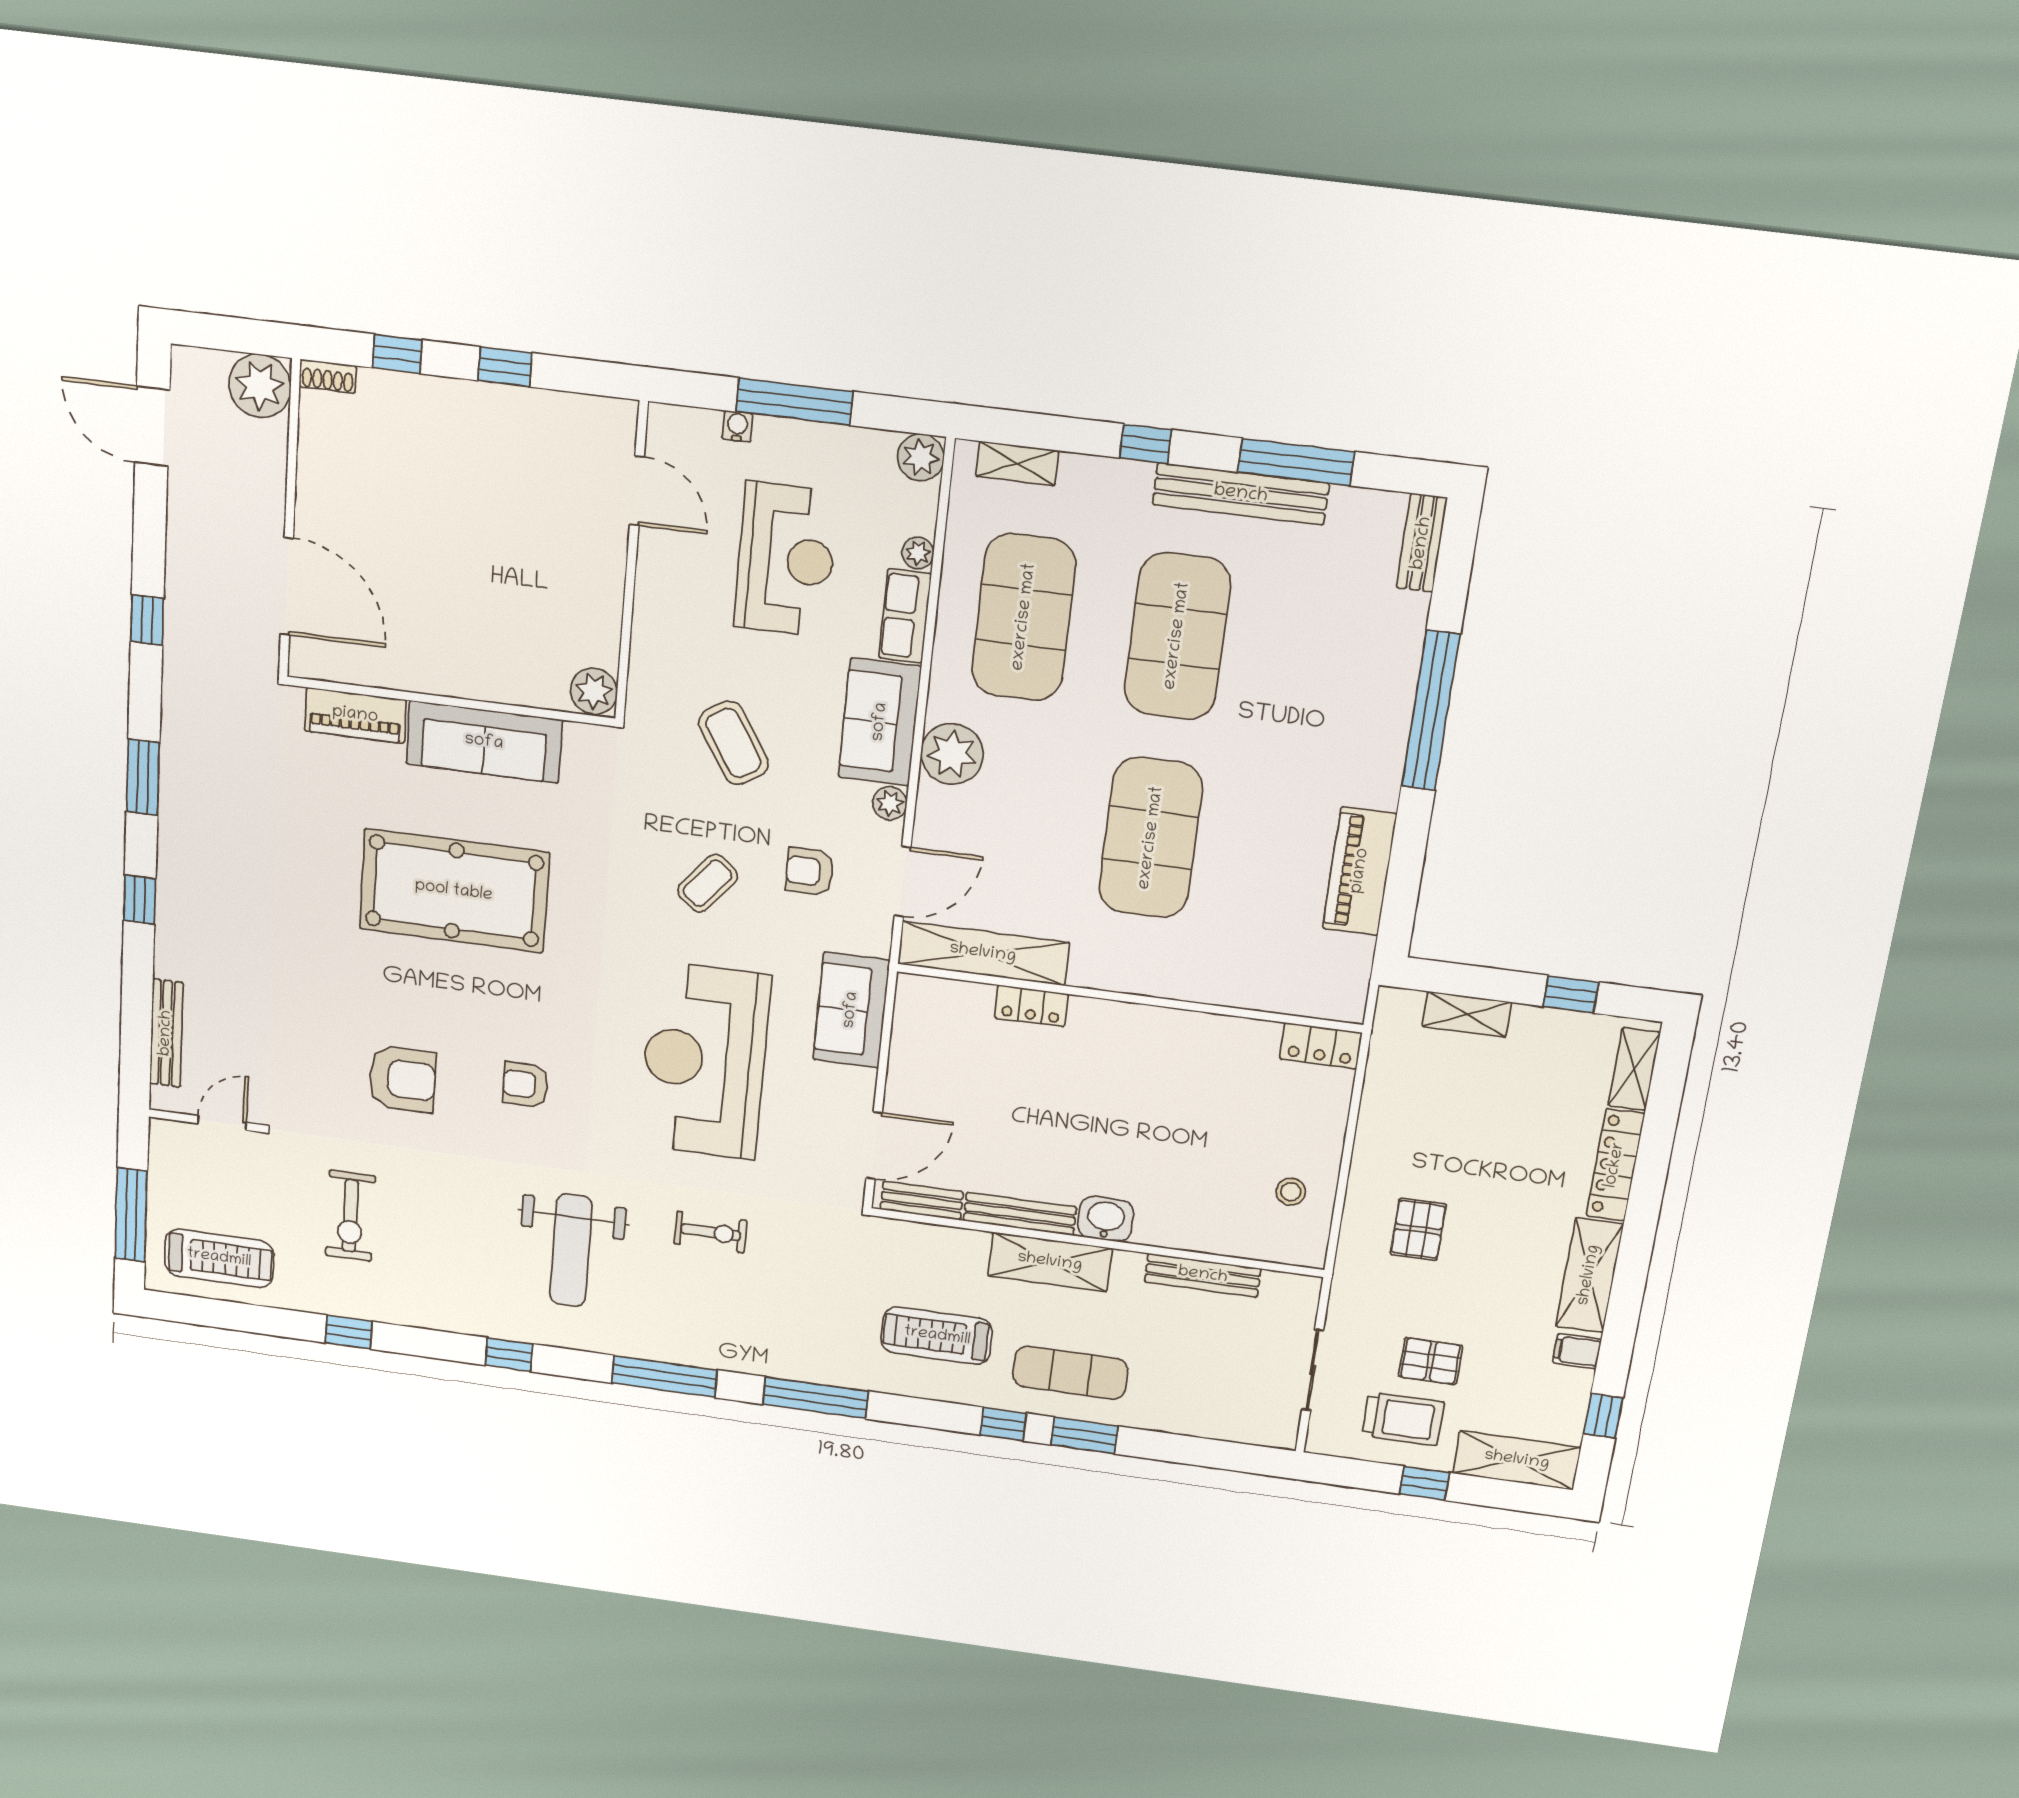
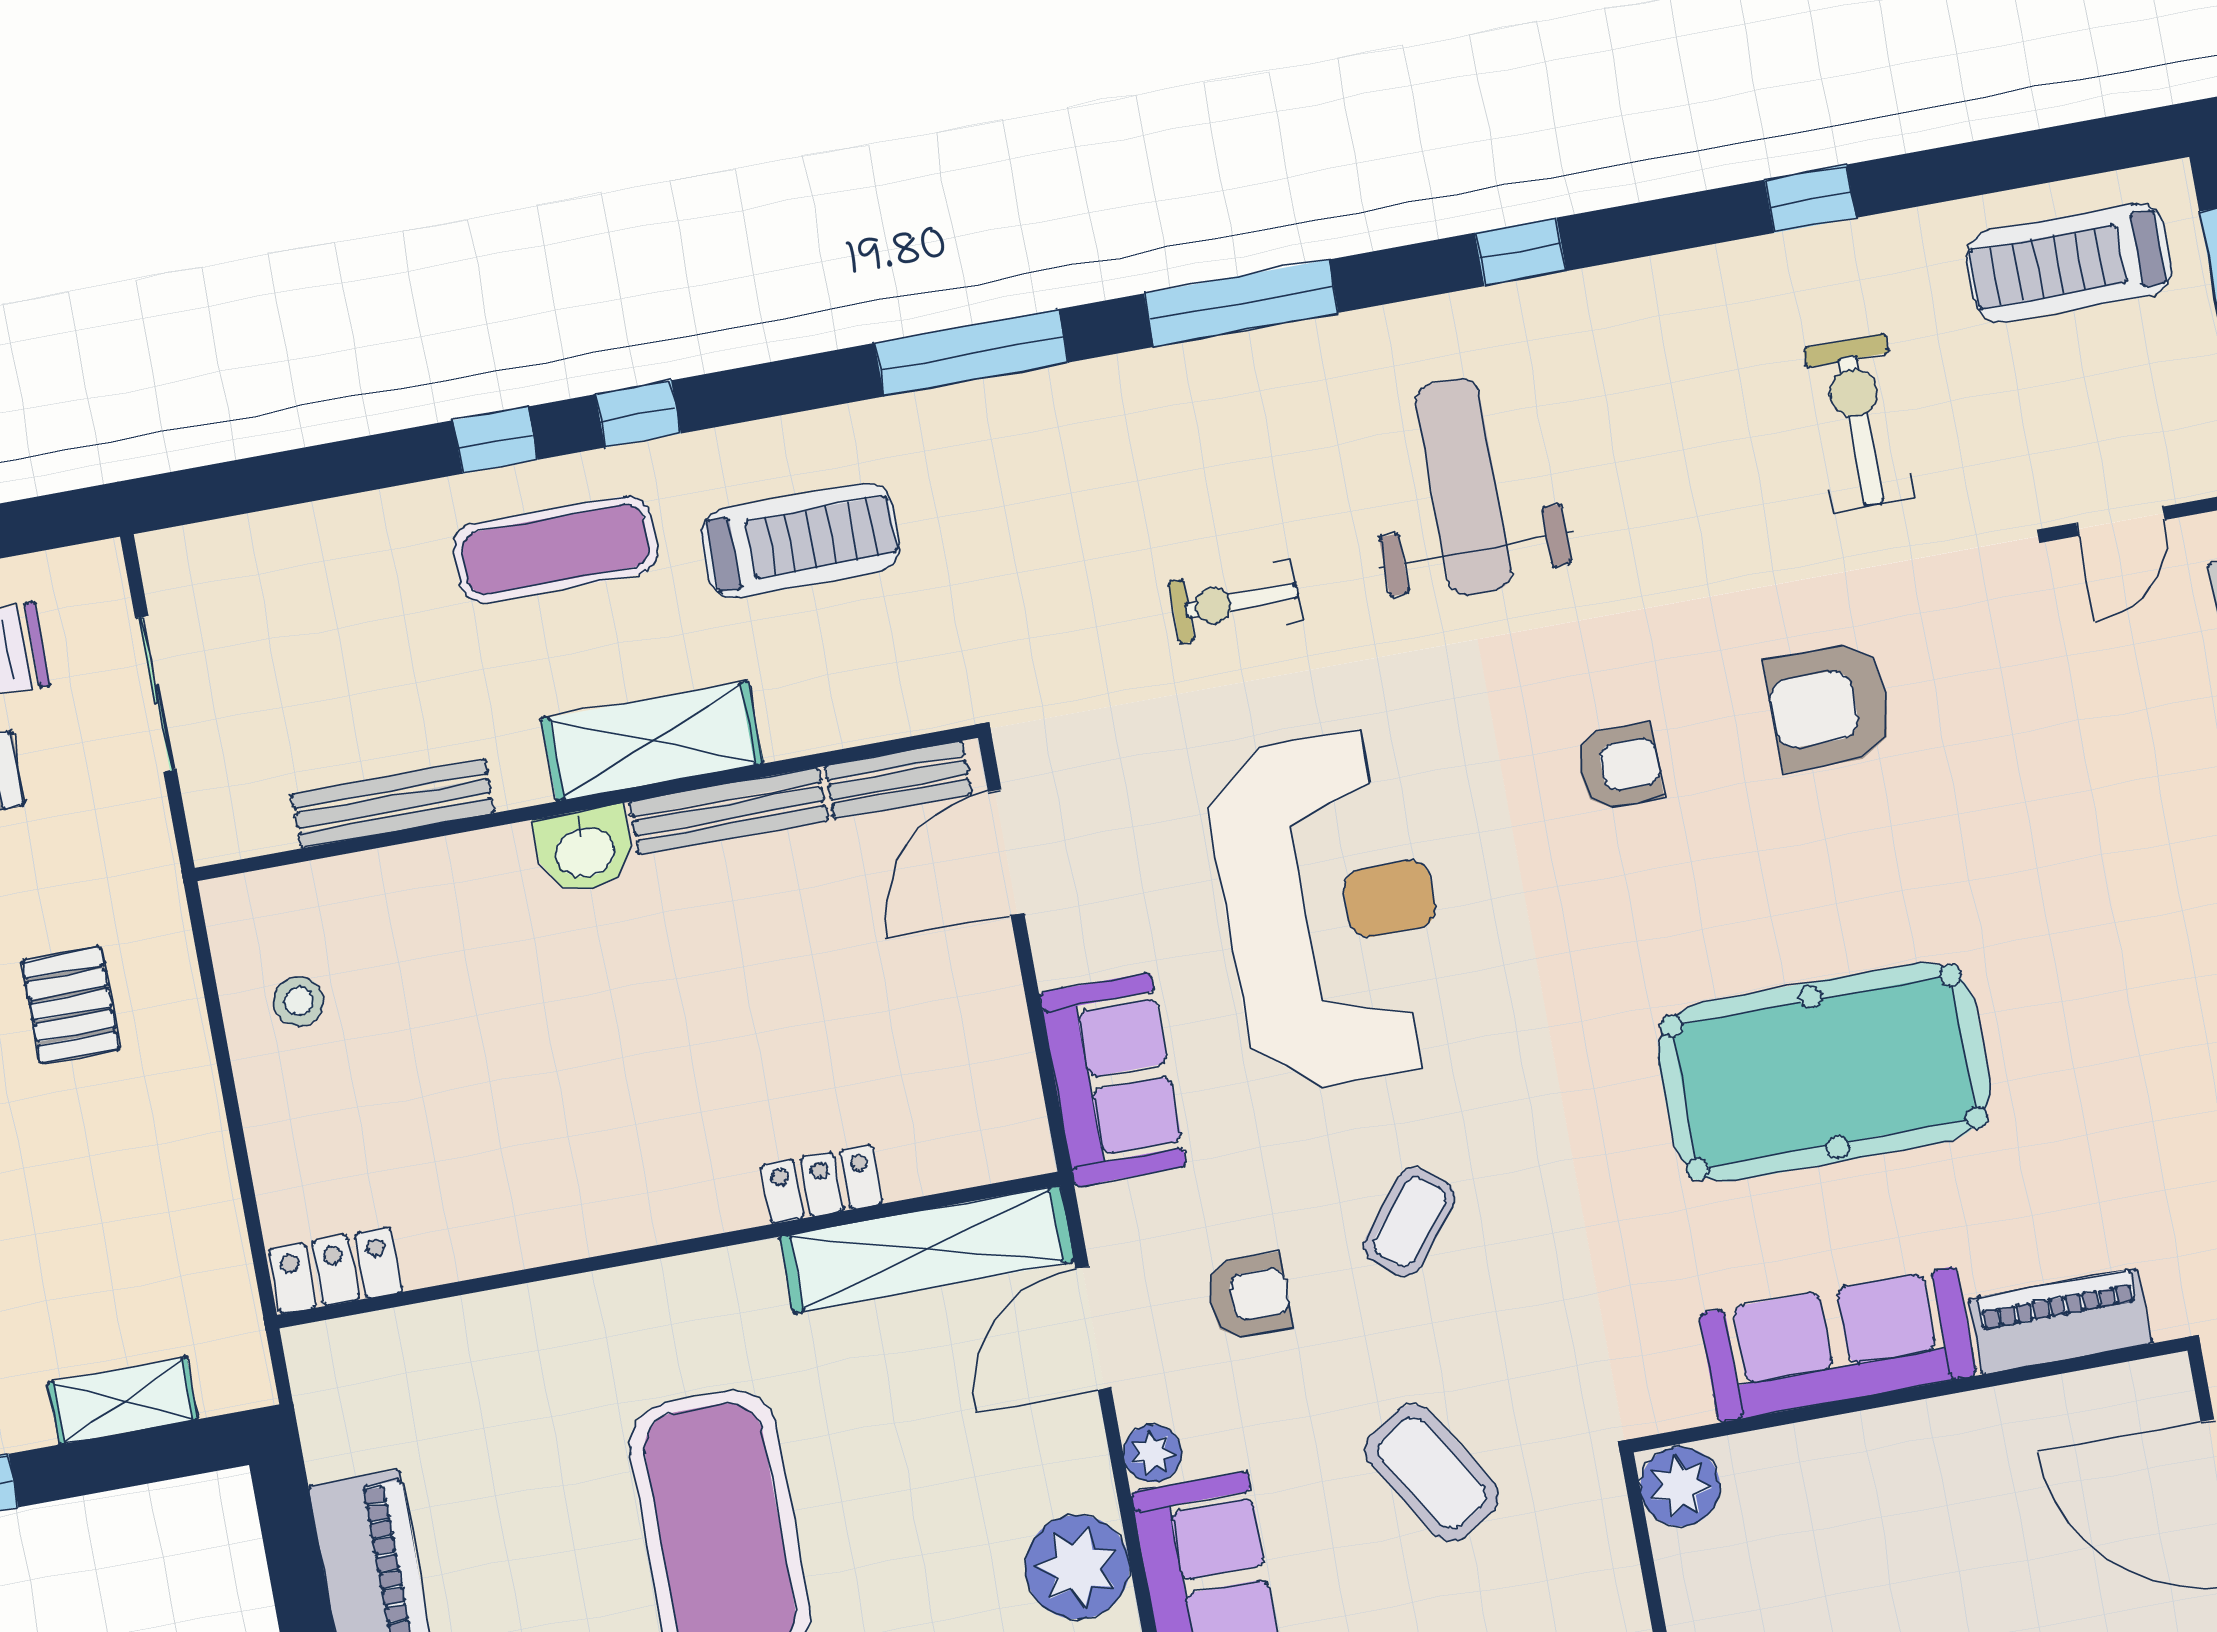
window: (1084, 1436) -> (495, 440), width x0.67

